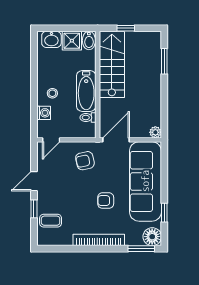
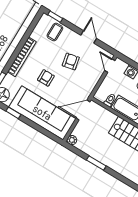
window: (164, 61) -> (96, 163), moved
door: (116, 140) -> (83, 110), swing flipped
armchair: (85, 161) -> (71, 61), moved
window: (34, 209) -> (55, 17), moved

